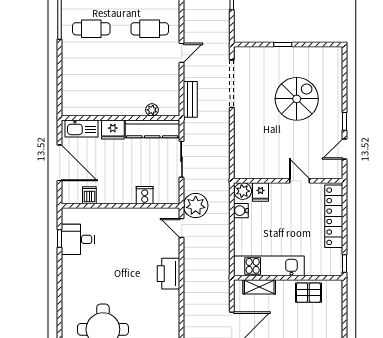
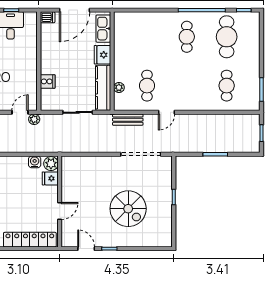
cafe table: (150, 29) -> (147, 86), moved
door: (182, 53) -> (167, 112), hinge flipped
dishwasher: (89, 195) -> (48, 17), moved
plant: (196, 205) -> (34, 119), width x0.53, depth x0.53

